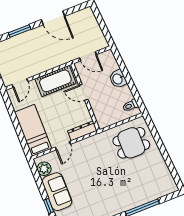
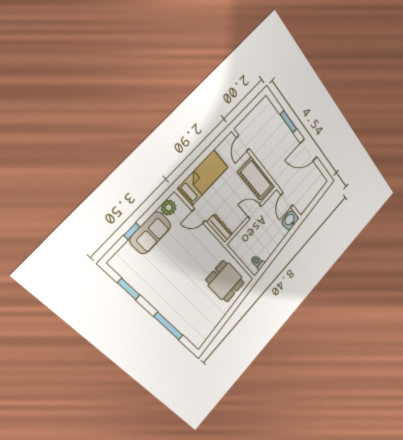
door: (53, 18) -> (309, 150), hinge flipped
washbasin: (118, 79) -> (290, 220), moved
door: (20, 83) -> (243, 143), hinge flipped
door: (83, 92) -> (255, 211), hinge flipped

